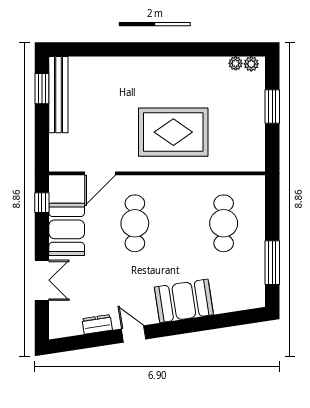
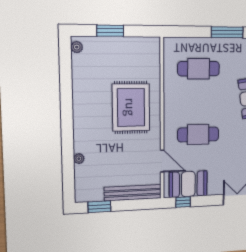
plant: (236, 63) -> (79, 159), moved
bench: (58, 95) -> (133, 193), moved
booth: (67, 229) -> (188, 184), moved

